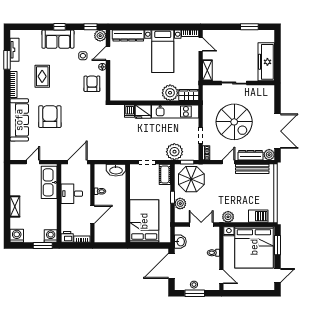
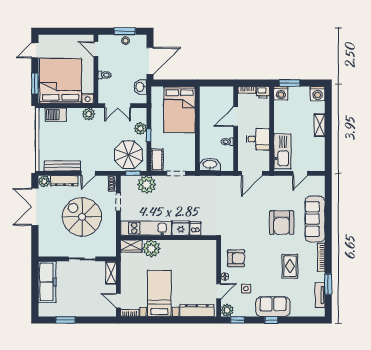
armchair: (92, 84) -> (236, 258), turned -90

